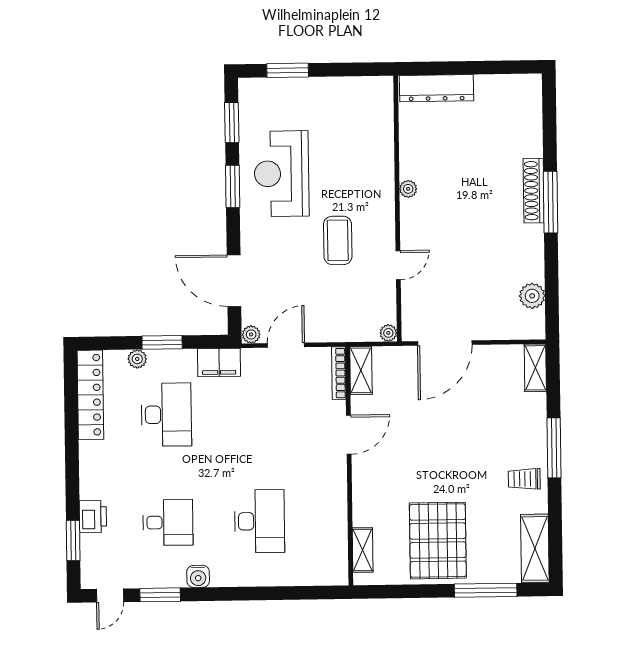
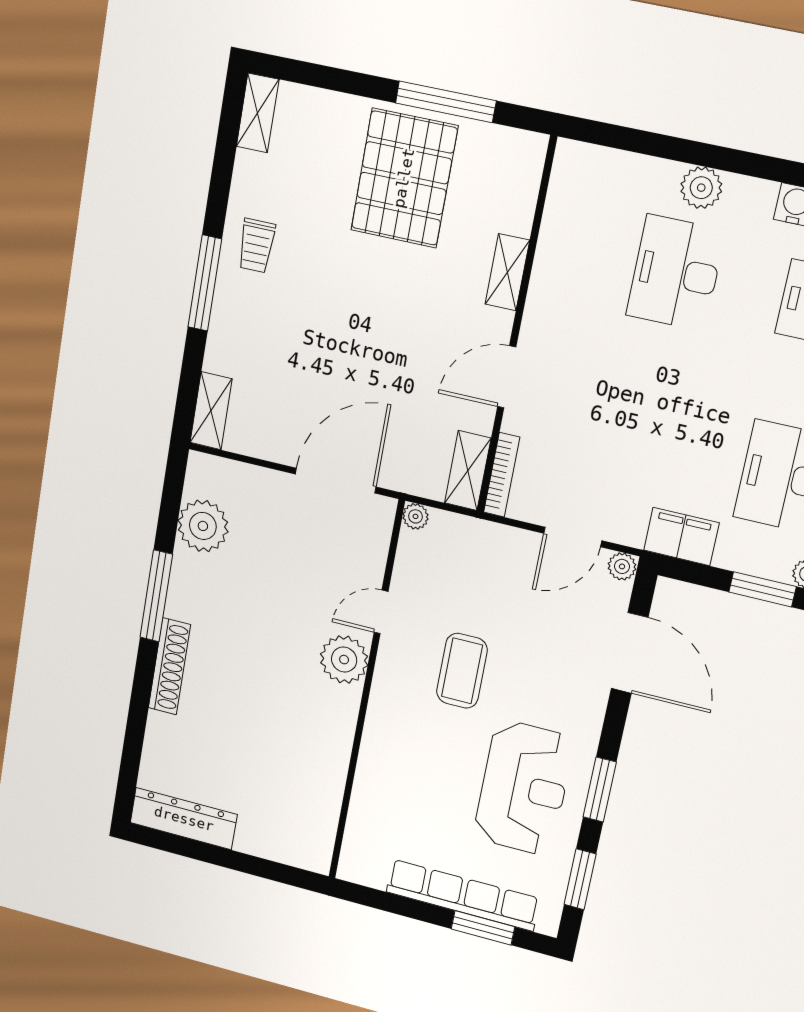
dresser: (436, 88) -> (184, 819), moved
row of seats: (306, 89) -> (463, 895), added
plant: (408, 189) -> (344, 660), moved, width x1.87, depth x1.87
window: (551, 202) -> (156, 596), moved
plant: (532, 296) -> (203, 526), width x1.36, depth x1.36
trolley: (524, 479) -> (256, 246), turned 90
shelving: (535, 548) -> (258, 113), width x0.67, depth x0.75
shelving: (363, 550) -> (507, 272), moved
plant: (256, 574) -> (701, 188), added
window: (486, 590) -> (446, 102), moved

